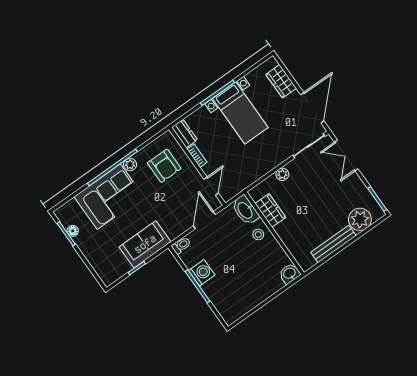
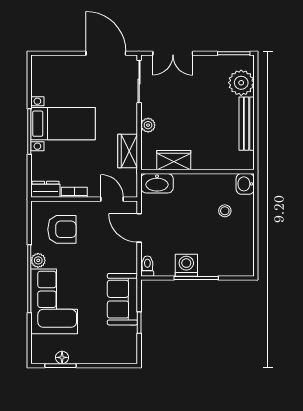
wardrobe: (281, 81) -> (128, 151), moved, turned 90
stool: (258, 234) -> (225, 211), moved

